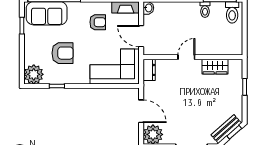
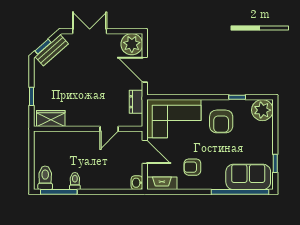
armchair: (63, 53) -> (221, 121), moved, turned -90
door: (186, 57) -> (109, 129), moved
wardrobe: (215, 67) -> (51, 118), moved
dresser: (149, 70) -> (136, 102), moved

